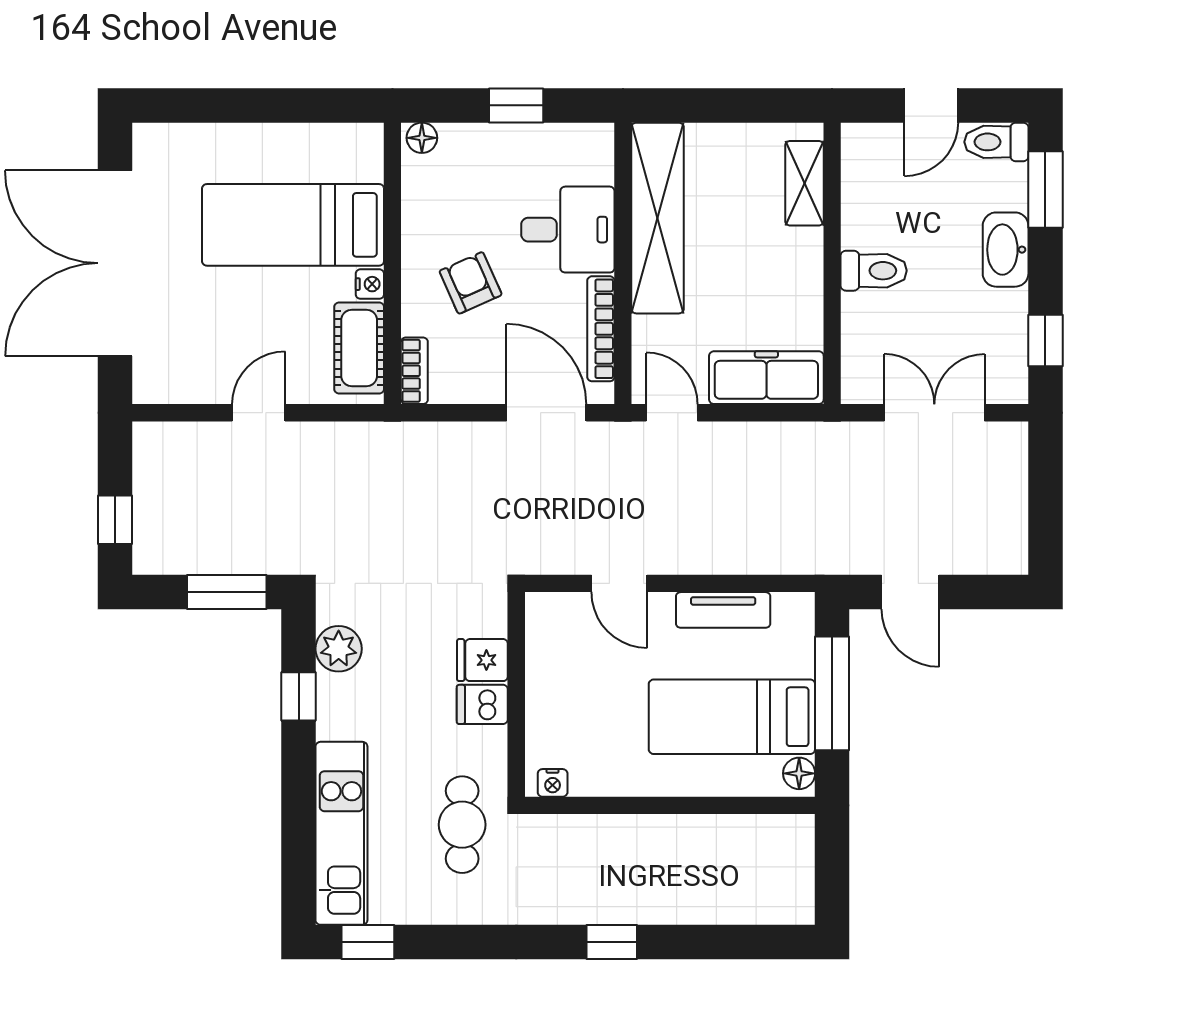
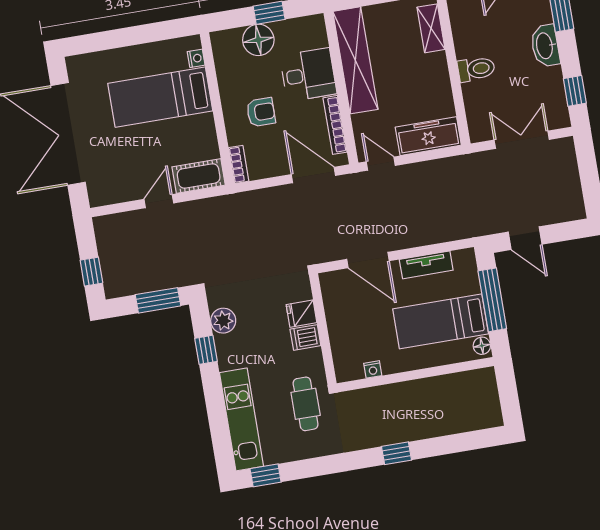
floor lamp: (422, 138) -> (258, 40), moved, width x1.89, depth x1.89
armchair: (471, 283) -> (261, 112), turned 114
nightstand: (370, 284) -> (196, 58), moved
cot: (359, 348) -> (199, 176), moved, turned 90
door: (619, 583) -> (368, 260), width x1.37
nightstand: (553, 783) -> (373, 369), moved

